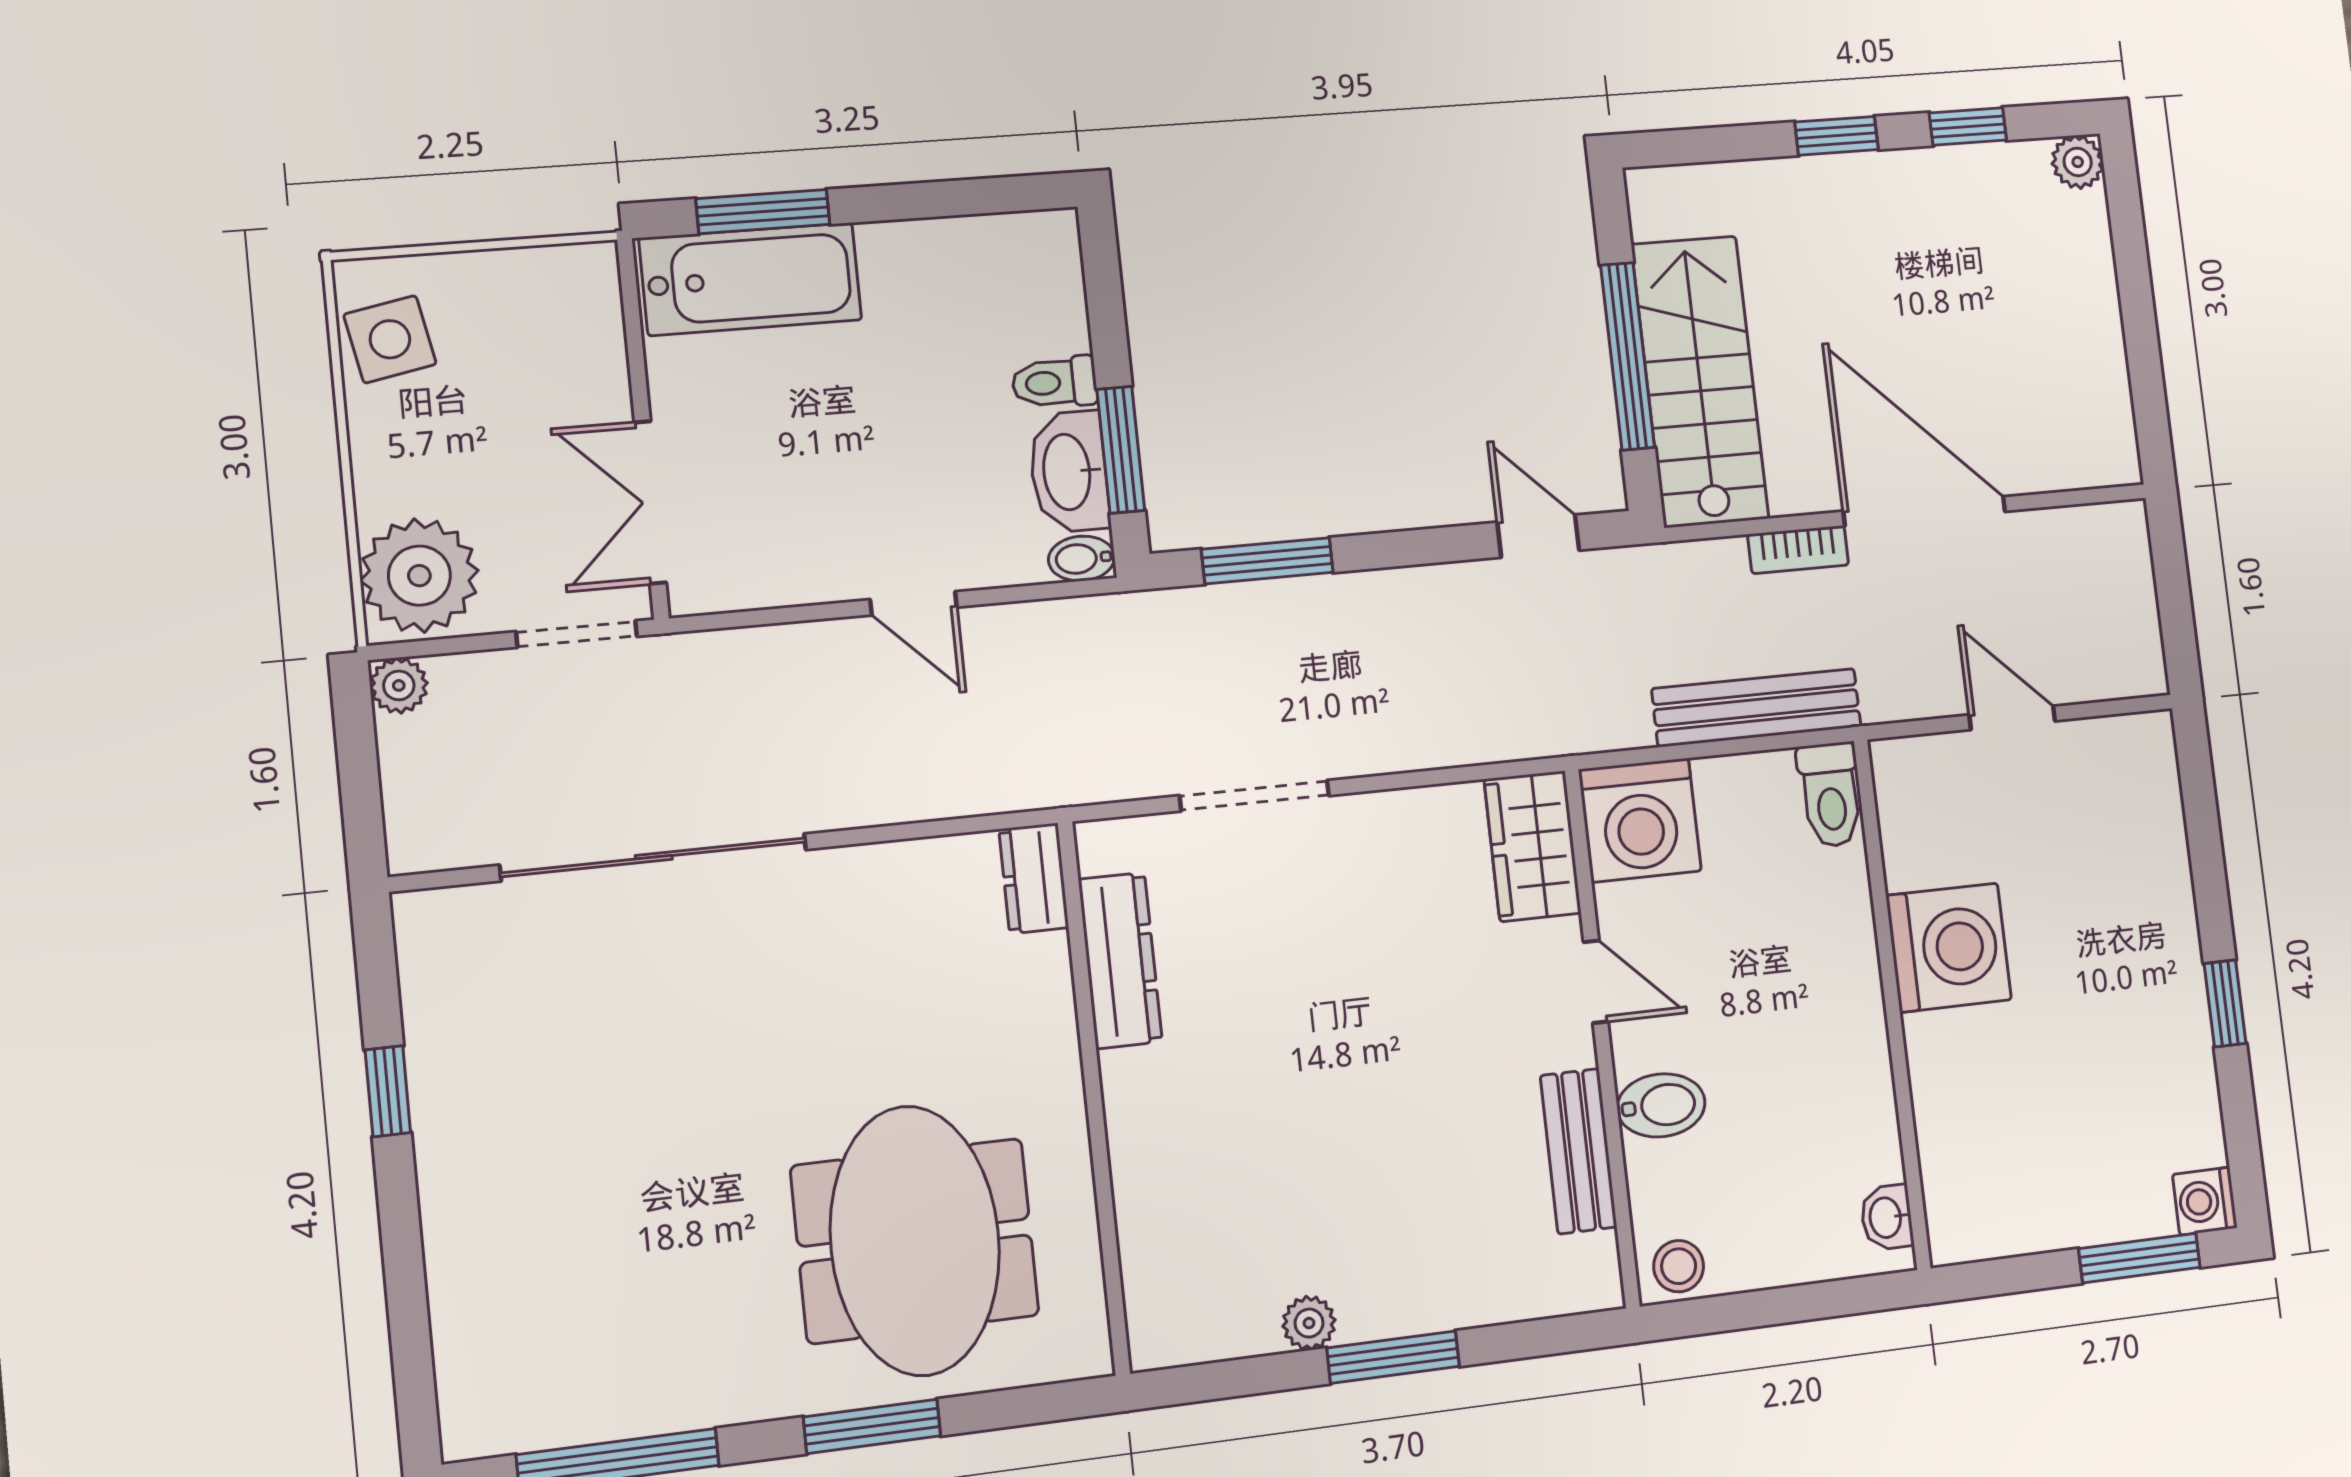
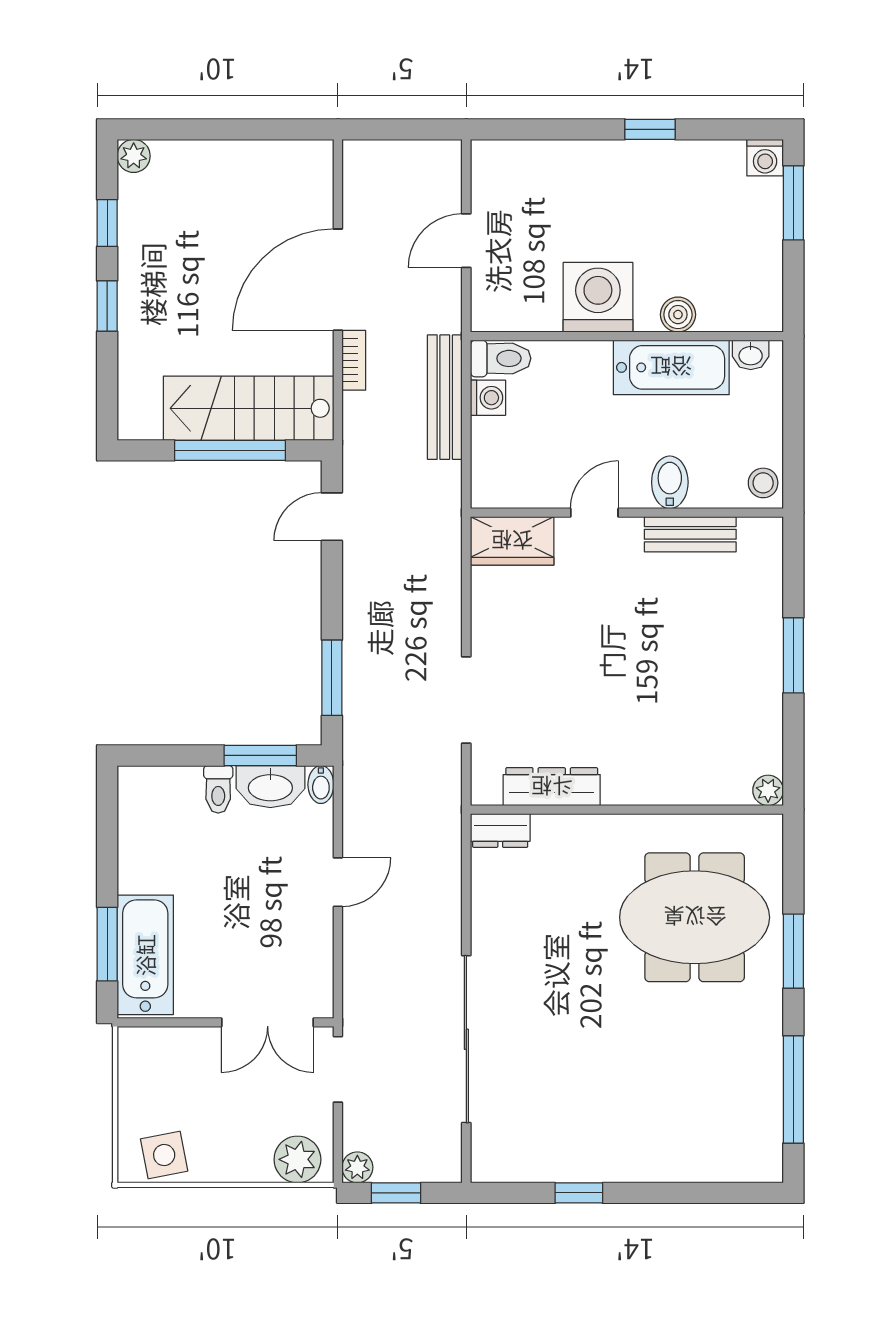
plant: (419, 576) -> (297, 1159), width x0.73, depth x0.73
window: (357, 760) -> (396, 1193), added
washing machine: (1640, 820) -> (488, 398), moved, width x0.53, depth x0.53
bathtub: (1850, 1085) -> (671, 367), added
boiler: (1937, 1086) -> (678, 315), added
plant: (1309, 1323) -> (768, 790), moved

